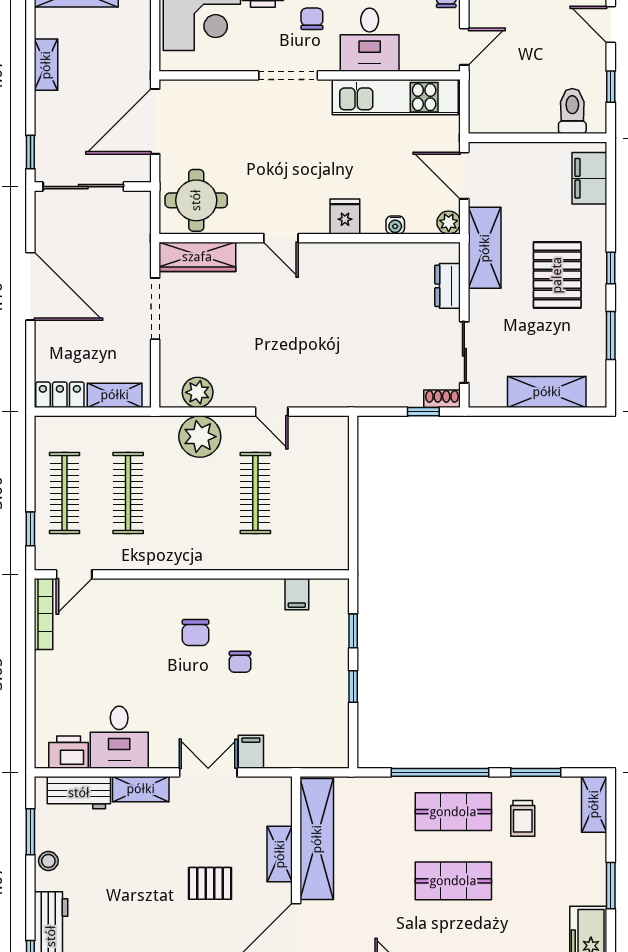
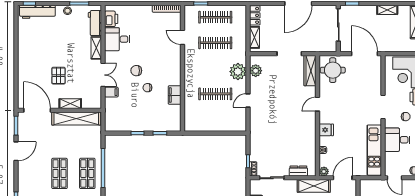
door: (74, 574) -> (183, 37), moved
filing cabinet: (297, 594) -> (175, 95), moved, width x2.00
chair: (195, 633) -> (136, 71), moved

